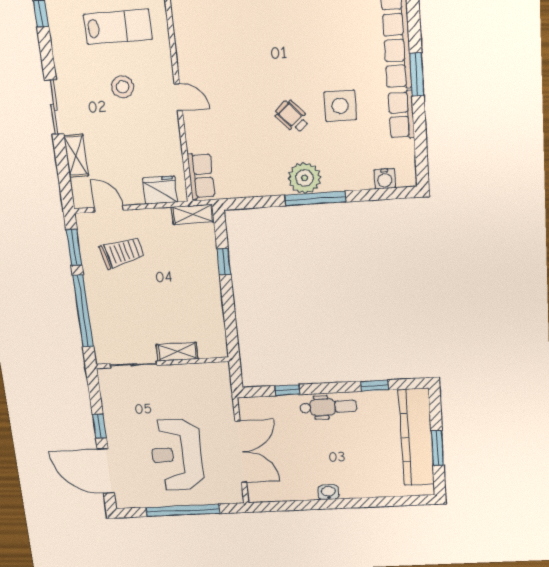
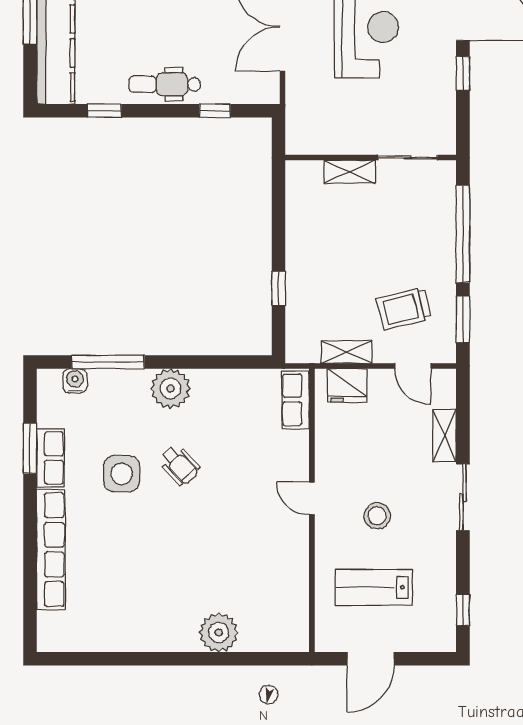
window: (417, 75) -> (30, 448), moved
window: (315, 198) -> (108, 362), moved
shelving: (193, 214) -> (347, 352), moved

